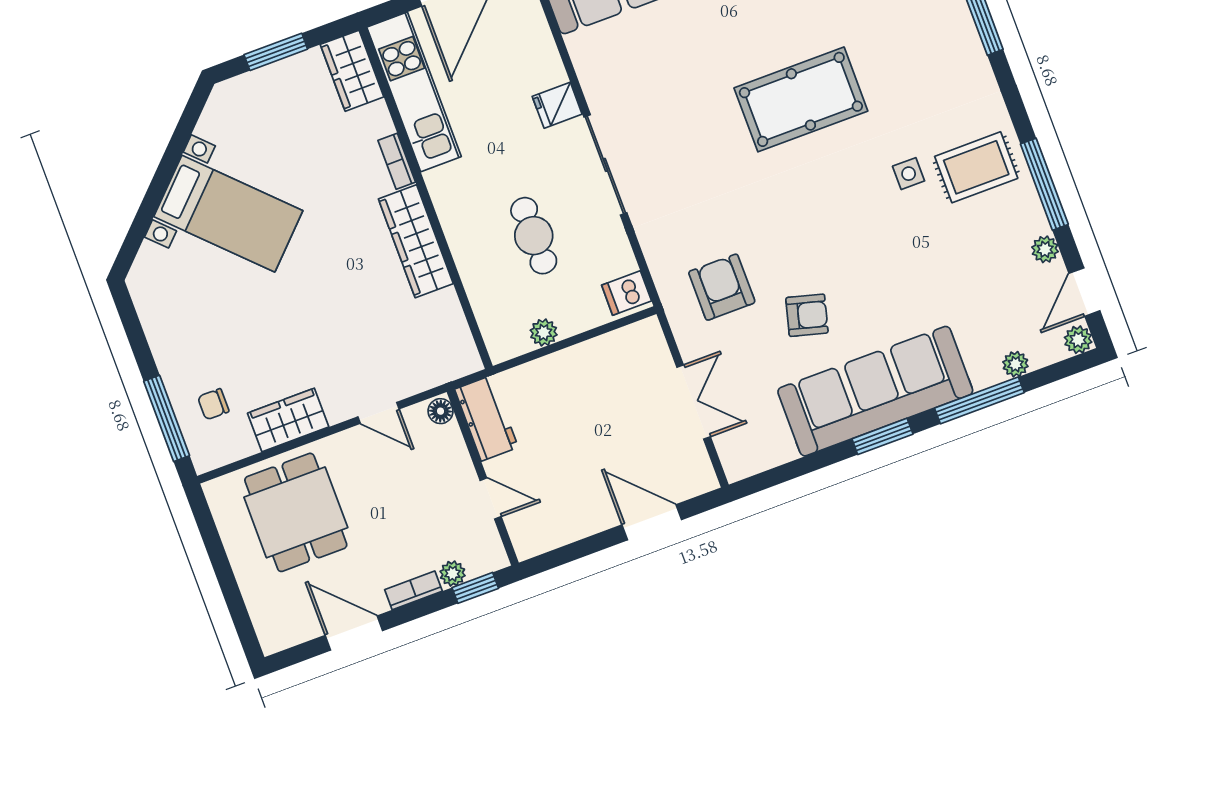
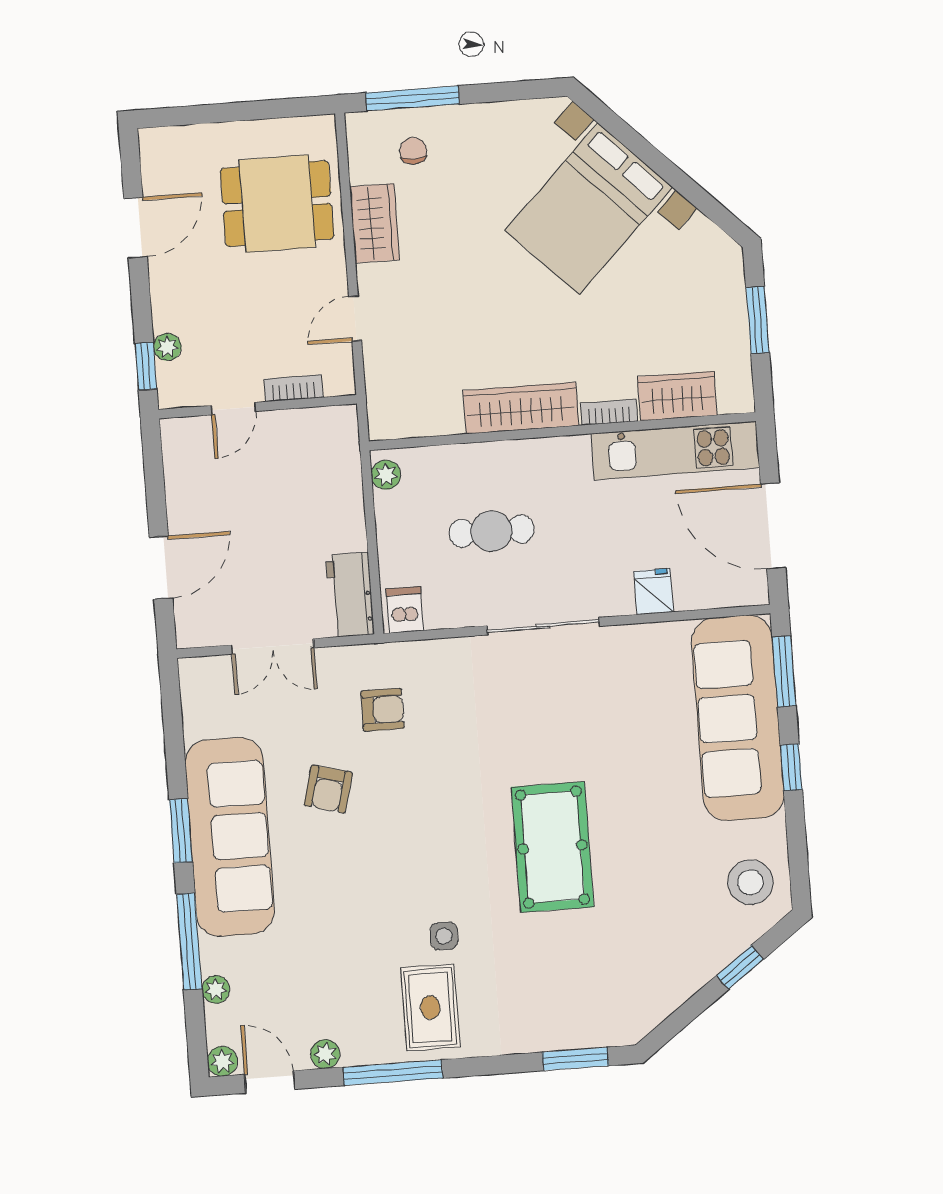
wardrobe: (352, 71) -> (677, 396), moved
fridge: (557, 105) -> (653, 592), moved
bed with nightstands: (228, 214) -> (589, 209), width x1.36
armchair: (722, 287) -> (383, 710), width x0.72, depth x0.72
plant: (544, 332) -> (386, 475), moved
floor lamp: (441, 411) -> (338, 383), removed
workbench: (486, 418) -> (350, 595), moved, turned 90
bookcase: (414, 590) -> (294, 388), moved, turned -90

